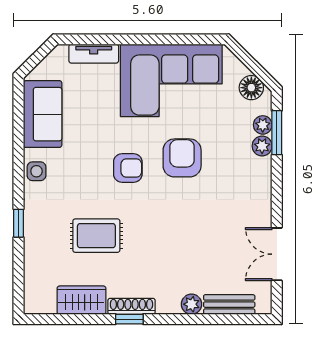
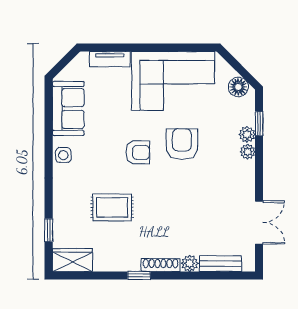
plant: (263, 125) -> (248, 152), moved
window: (277, 133) -> (259, 124), width x0.67
window: (18, 223) -> (49, 230), moved
double door: (277, 254) -> (259, 223), swing flipped
wardrobe: (81, 300) -> (72, 260), moved
shoe rack: (131, 306) -> (160, 265), moved

